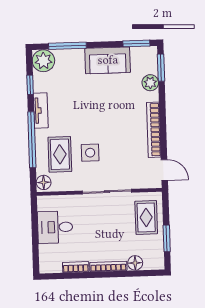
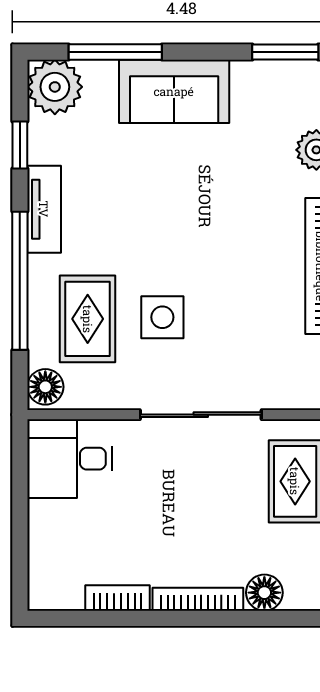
sofa: (108, 60) -> (174, 91), moved
desk: (55, 227) -> (70, 459), moved

